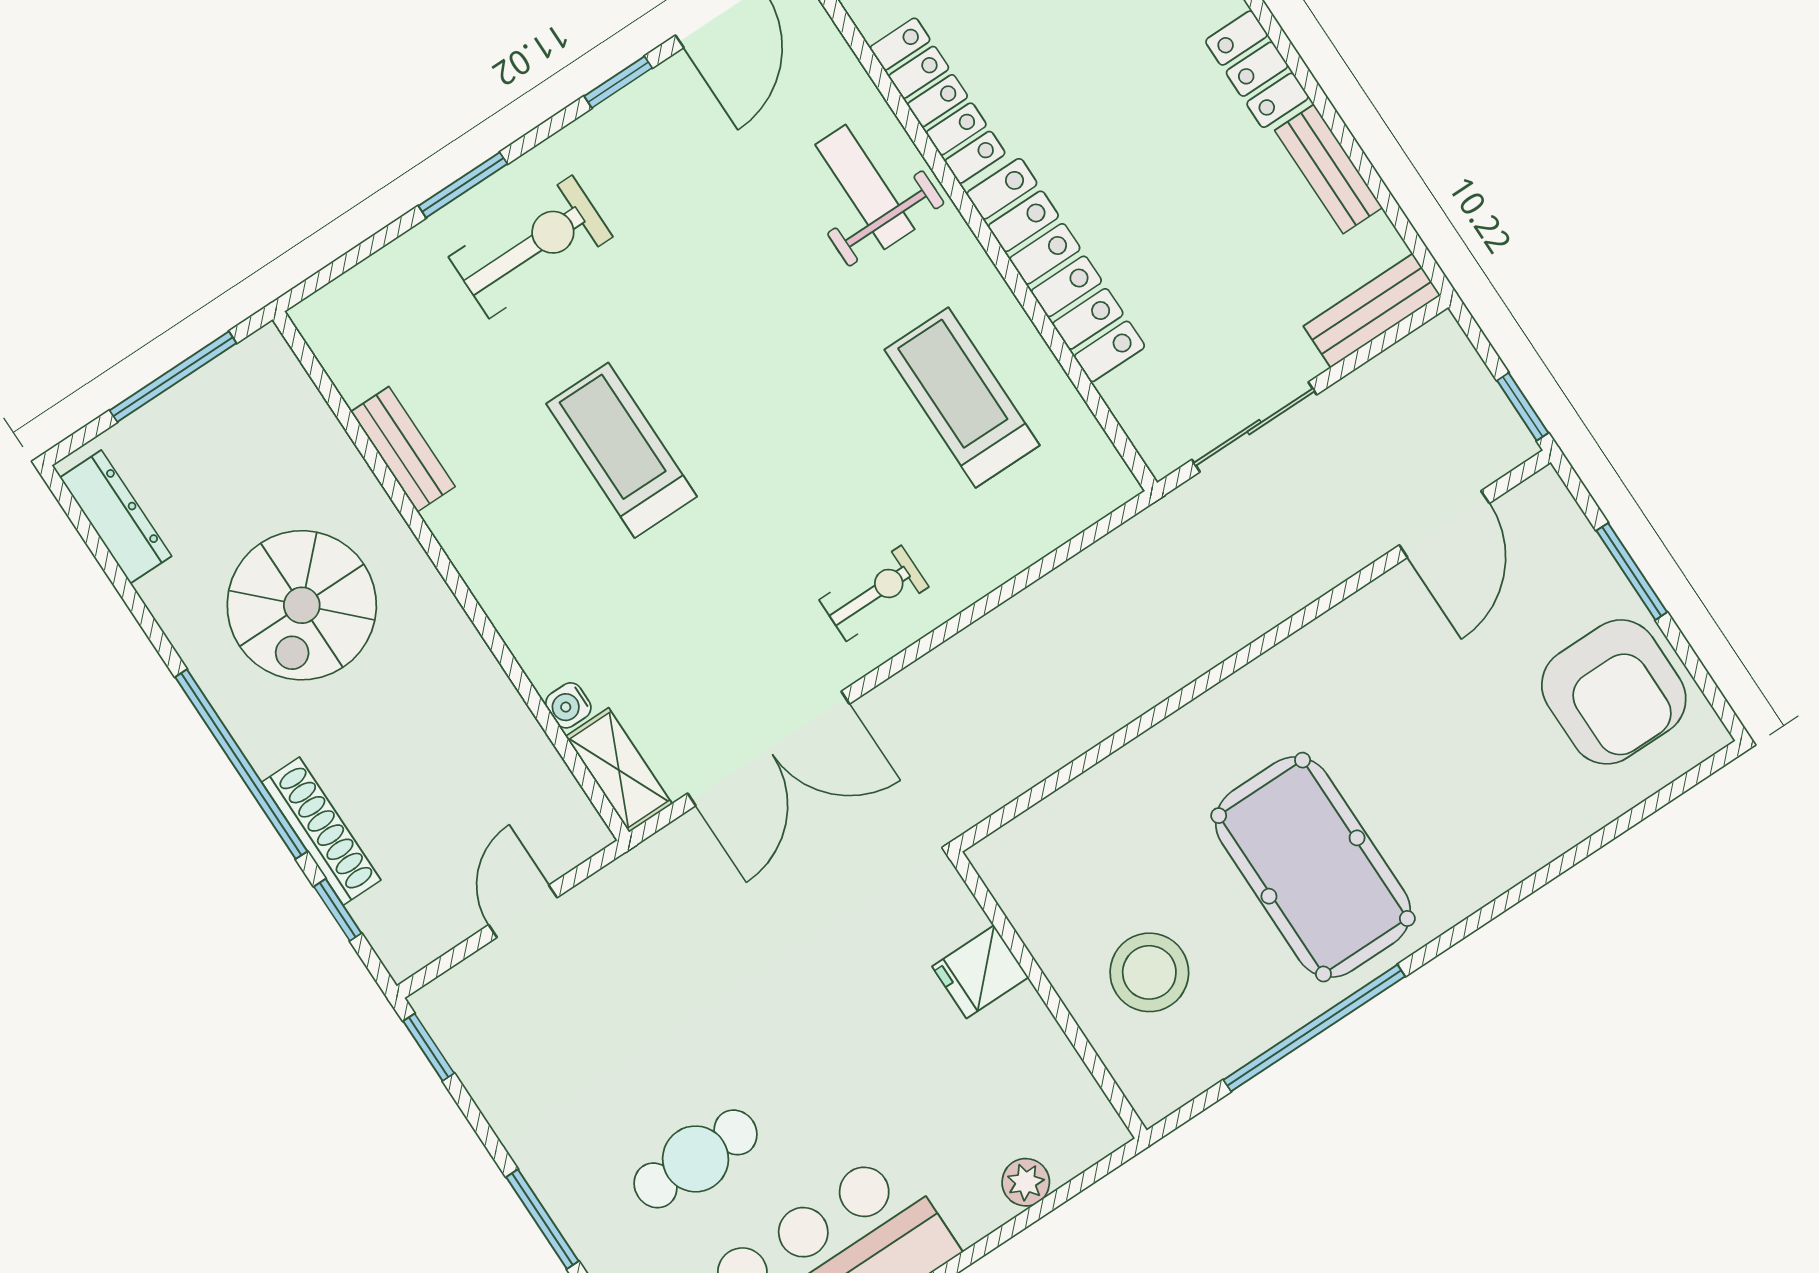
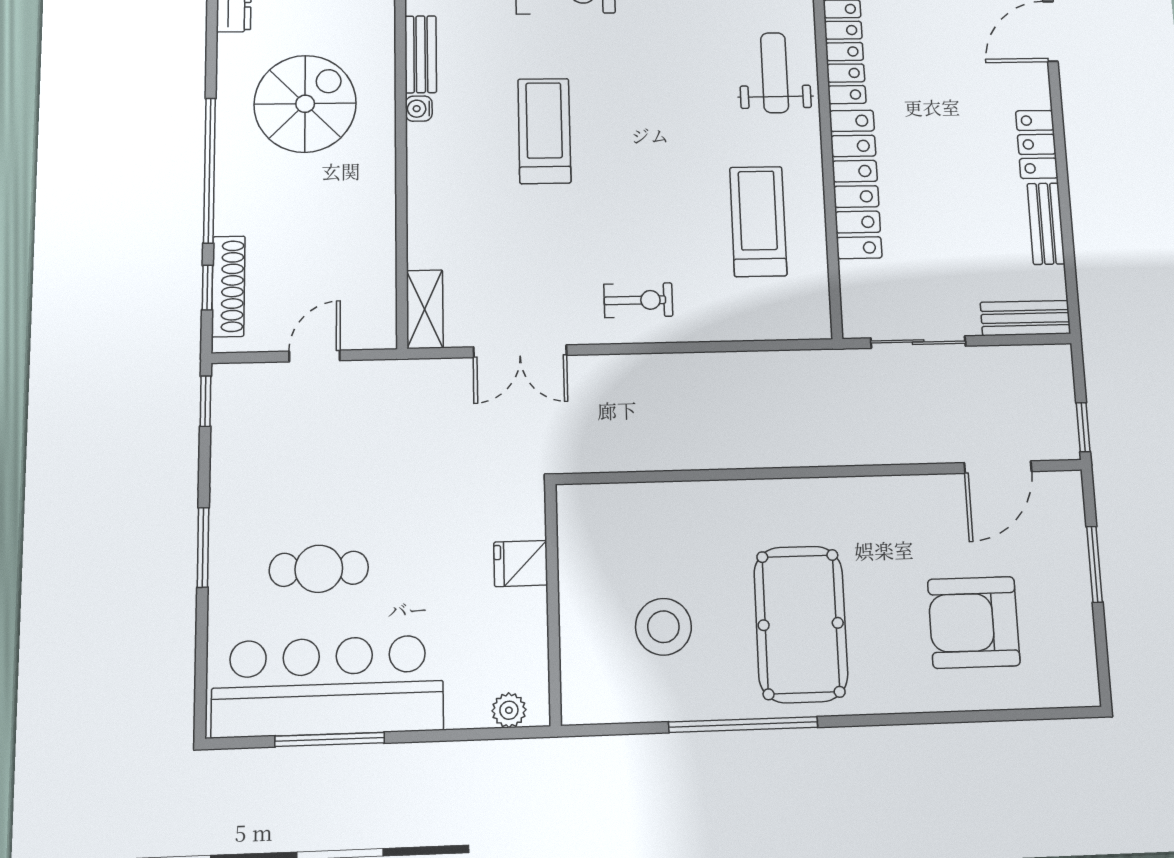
spiral stairs: (302, 605) -> (305, 104), turned 180
armchair: (1614, 692) -> (974, 622), moved, turned 90
water cooler: (568, 705) -> (419, 109), moved
double door: (769, 749) -> (520, 351), width x0.73
shoe rack: (321, 831) -> (228, 286), moved
fridge: (980, 972) -> (521, 564), moved
wall: (1049, 995) -> (553, 604), moved

